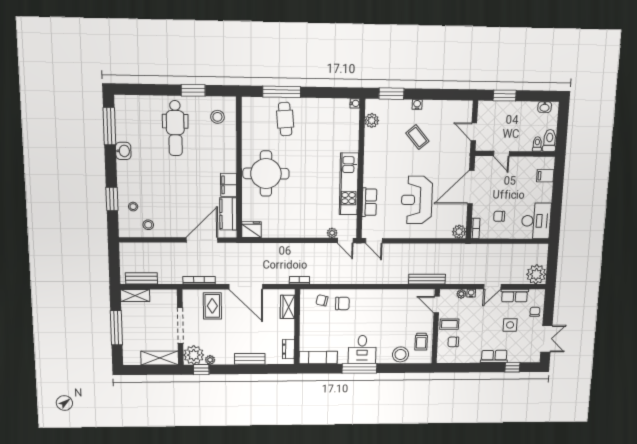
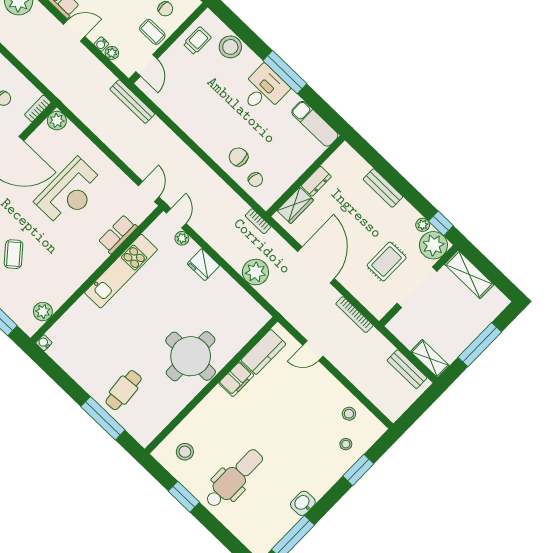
fridge: (252, 230) -> (203, 265), moved
door: (202, 240) -> (313, 351), width x0.53
plant: (275, 252) -> (255, 272), added
rug: (212, 306) -> (387, 262), moved
dresser: (288, 349) -> (316, 181), moved

